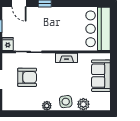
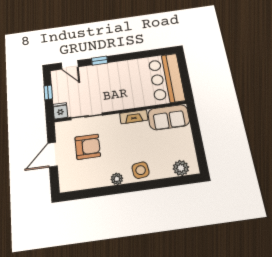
sofa: (101, 76) -> (169, 117), moved, turned -90
plant: (83, 104) -> (181, 168), moved

